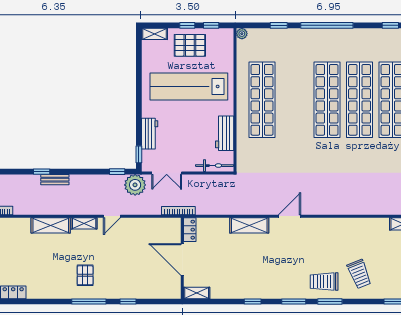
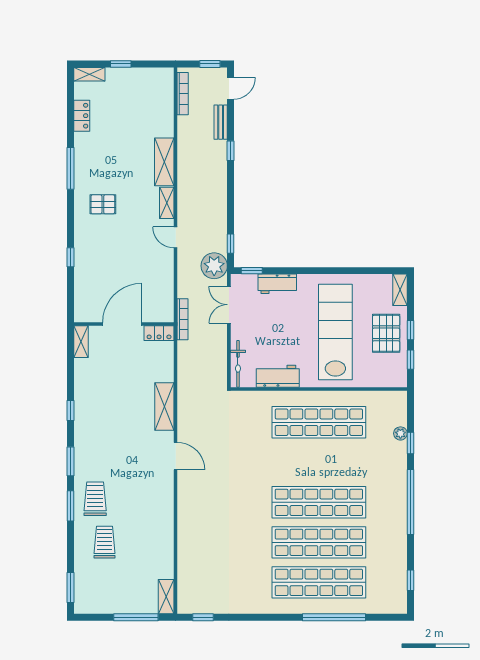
plant: (242, 34) -> (400, 433), moved
bench: (55, 180) -> (221, 122), moved
trolley: (359, 274) -> (104, 542), turned 112
window: (89, 301) -> (71, 168), moved

